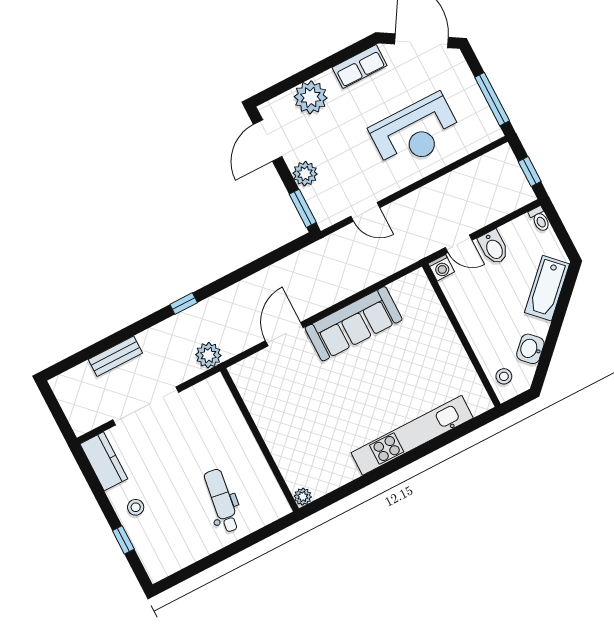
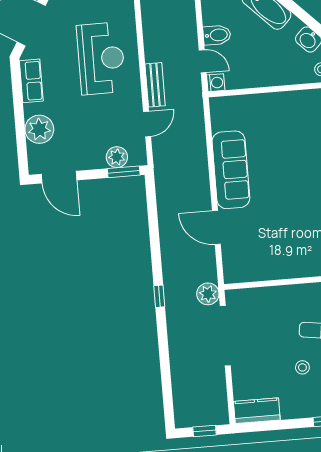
plant: (305, 174) -> (117, 157), moved
door: (459, 244) -> (203, 61), hinge flipped
bench: (115, 356) -> (155, 85), moved
doorway: (146, 406) -> (225, 336), moved
window: (58, 414) -> (204, 431), added
stool: (136, 507) -> (302, 367), moved

